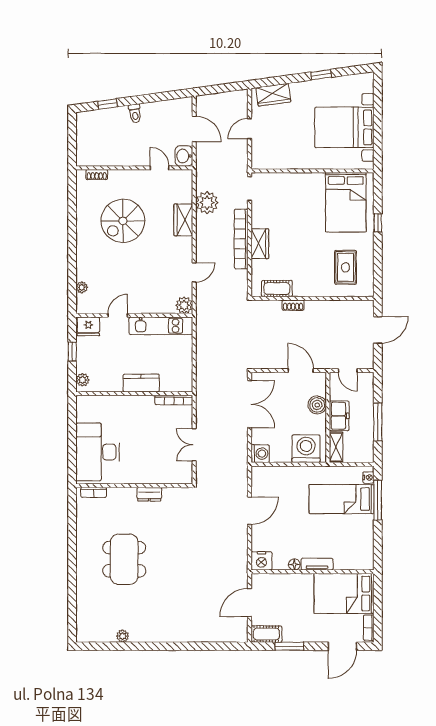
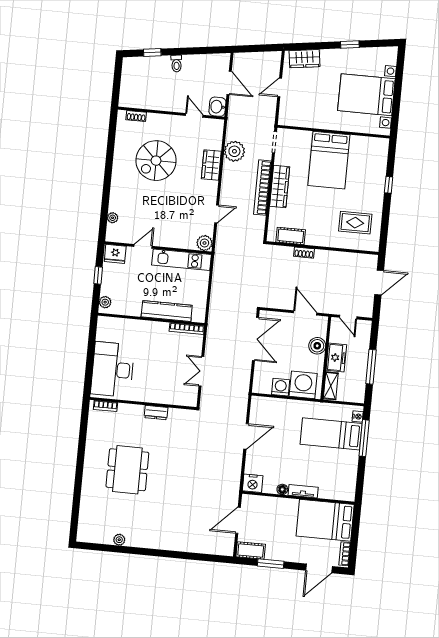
bed: (346, 202) -> (329, 160), moved
wardrobe: (260, 244) -> (280, 187), width x1.50
rug: (346, 267) -> (355, 223), turned 90
kitchen counter: (141, 383) -> (167, 311), width x1.50
washing machine: (260, 454) -> (281, 387), moved, turned -90

